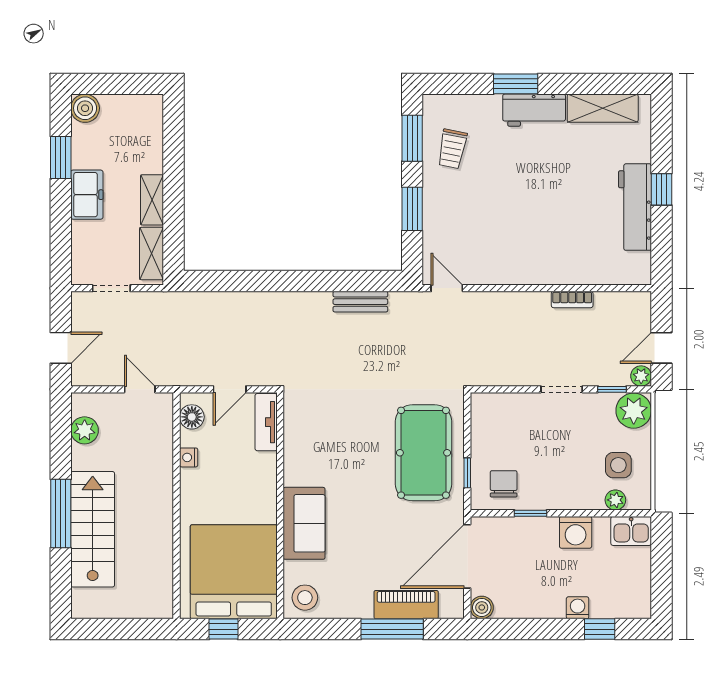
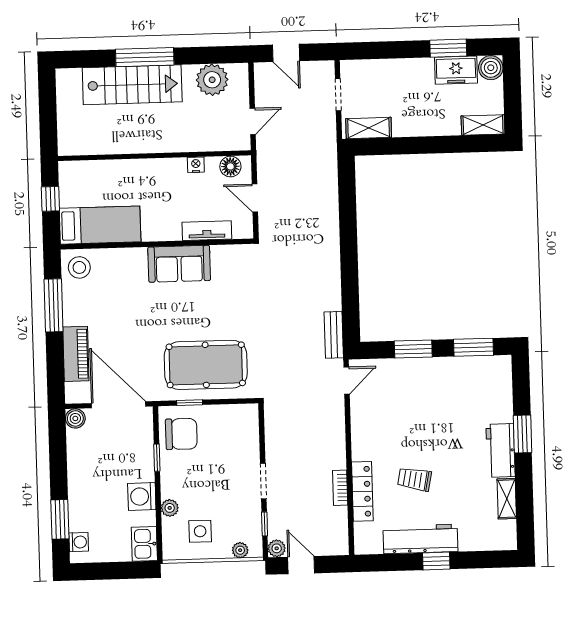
shelving: (603, 108) -> (507, 499), width x0.67, depth x0.75
trolley: (452, 149) -> (414, 479), moved
freezer: (87, 195) -> (456, 70), moved
shelving: (152, 200) -> (483, 125), moved
locker: (577, 274) -> (362, 491), added
bench: (360, 302) -> (334, 335), moved
plant: (634, 411) -> (240, 550), width x0.53, depth x0.53
tv unit: (266, 422) -> (207, 231), moved
plant: (85, 430) -> (212, 80), width x1.36, depth x1.36
chair: (504, 484) -> (181, 434), width x1.37, depth x1.37
plant: (615, 500) -> (170, 508), moved
sofa: (304, 523) -> (179, 264), moved
bed: (234, 572) -> (100, 225), width x0.49
washing machine: (578, 608) -> (79, 542), moved
window: (392, 629) -> (54, 305), moved
window: (600, 629) -> (60, 519), width x1.50

